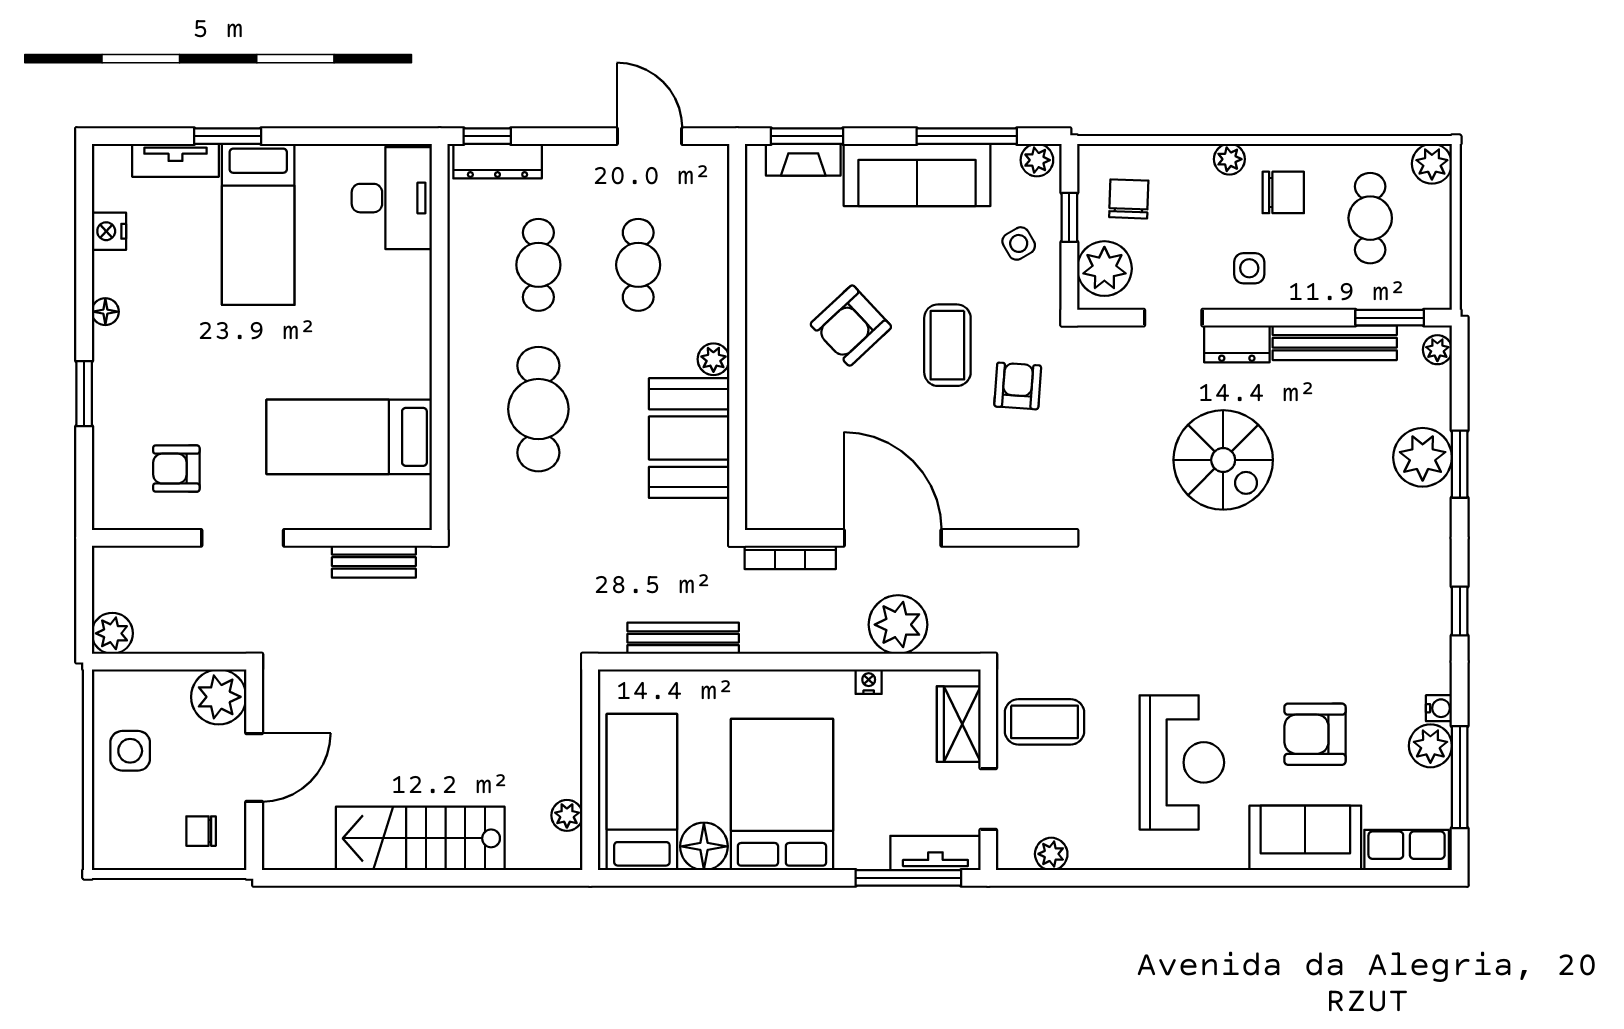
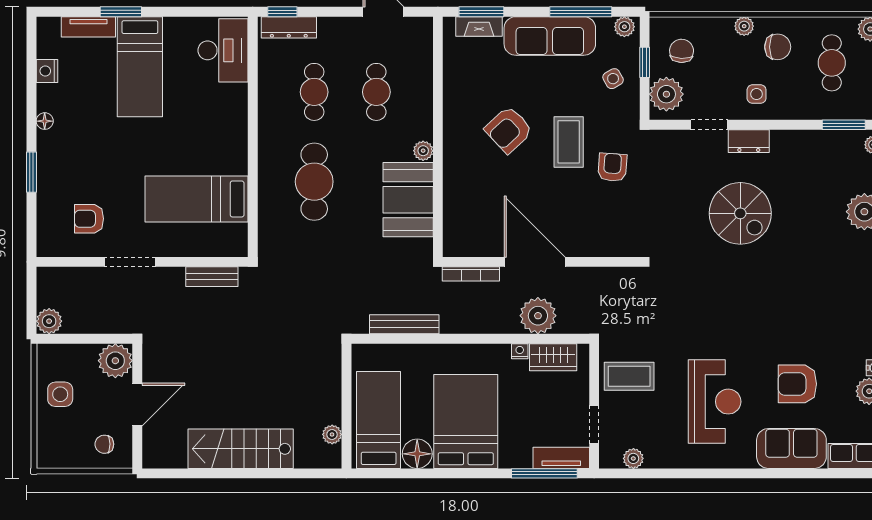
bench: (1335, 343) -> (810, 140), removed
wardrobe: (959, 724) -> (553, 357), moved, turned -90

